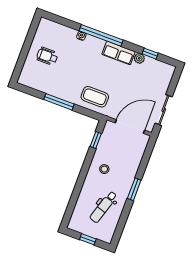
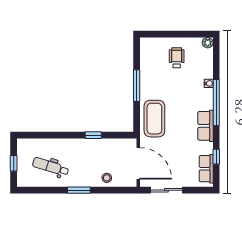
plant: (139, 58) -> (208, 43), moved
row of seats: (158, 67) -> (206, 169), added
coffee table: (95, 97) -> (154, 119), width x1.36, depth x1.32
window: (96, 140) -> (93, 135), moved
stool: (104, 169) -> (107, 178), moved

